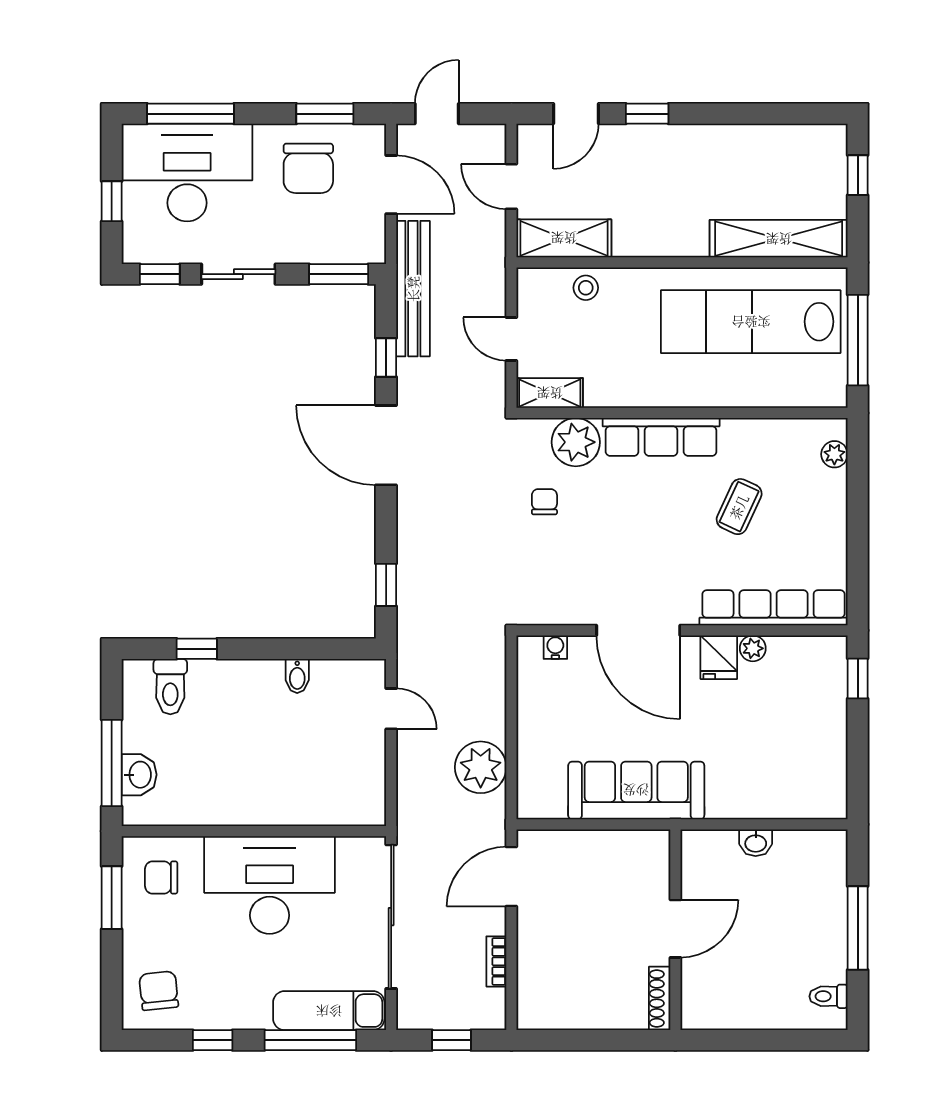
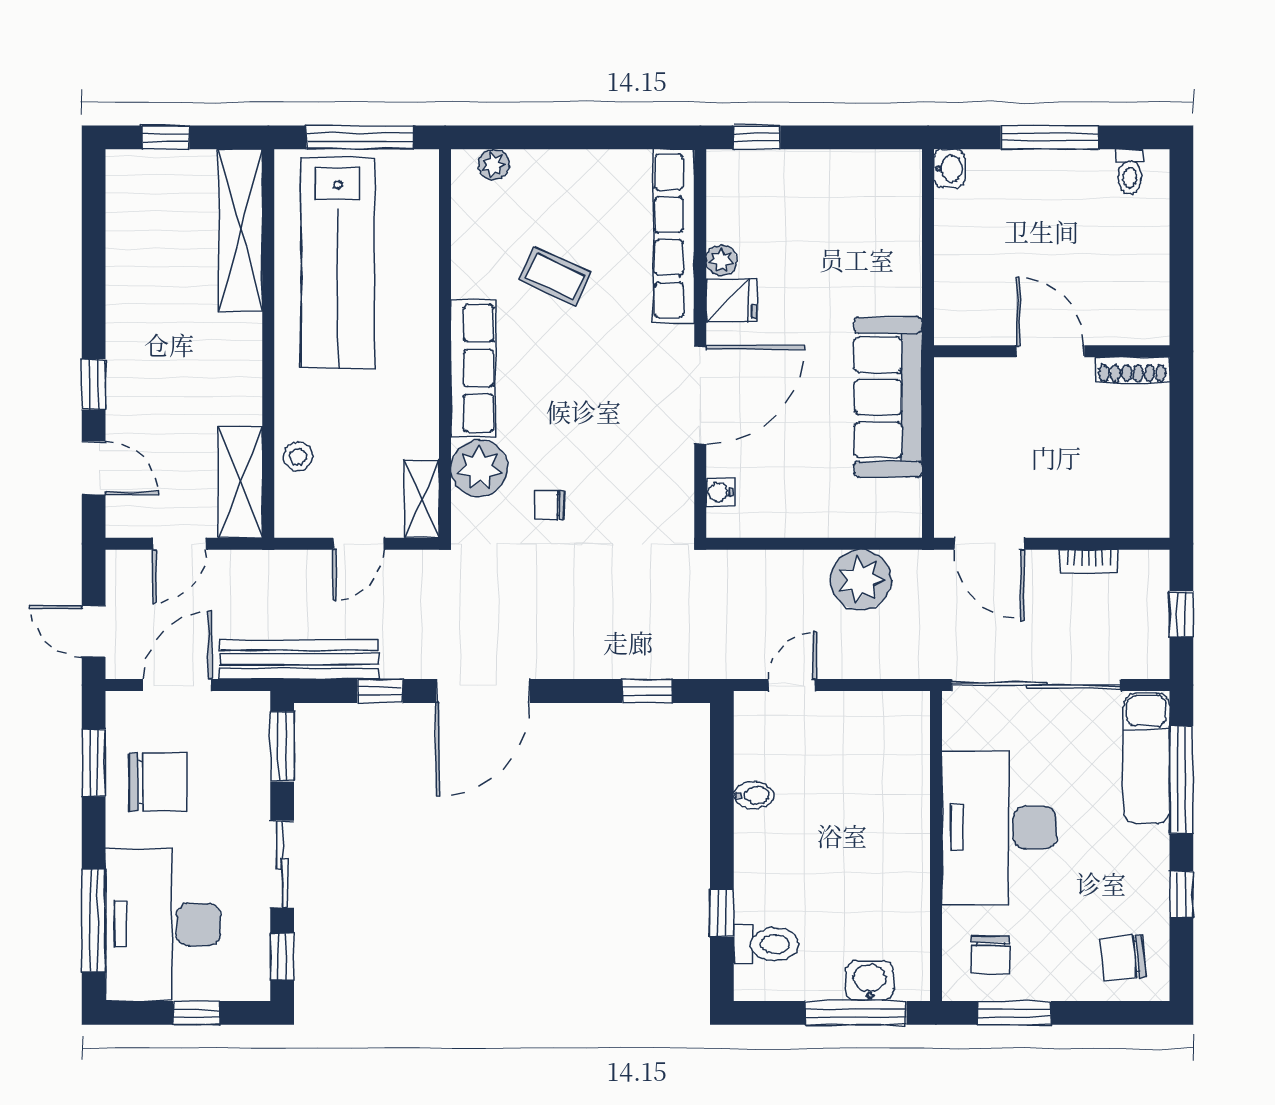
washbasin: (756, 843) -> (950, 168), moved

